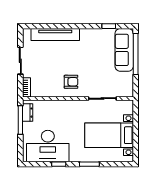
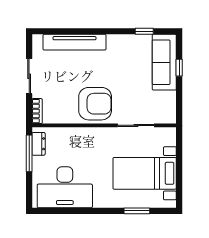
window: (136, 54) -> (179, 68), width x0.32
armchair: (71, 82) -> (95, 104), width x1.88, depth x1.88
window: (59, 164) -> (79, 211), removed
window: (89, 164) -> (137, 211), moved

